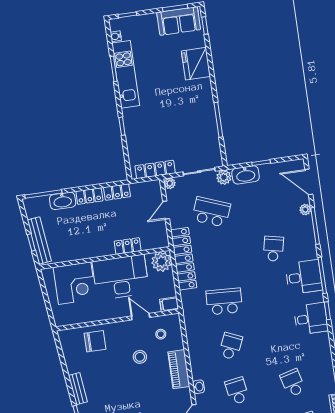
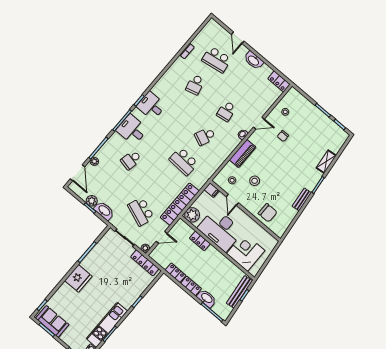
fridge: (196, 64) -> (78, 278), moved
plant: (224, 177) -> (92, 201), moved
chair: (95, 341) -> (268, 213), turned 180

